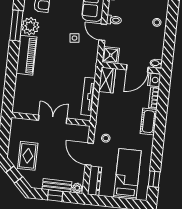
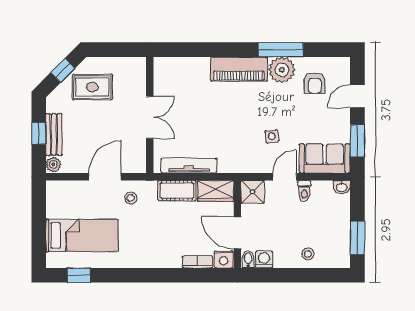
washing machine: (157, 52) -> (264, 260), added
cot: (148, 122) -> (177, 191), moved
dresser: (95, 181) -> (67, 189), removed

